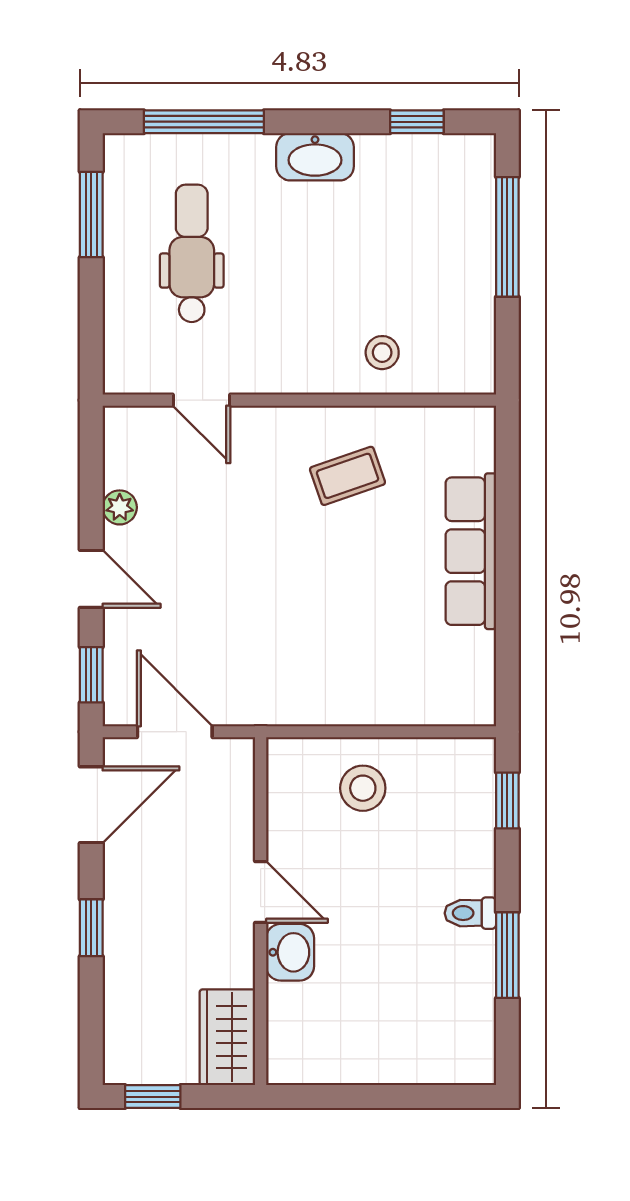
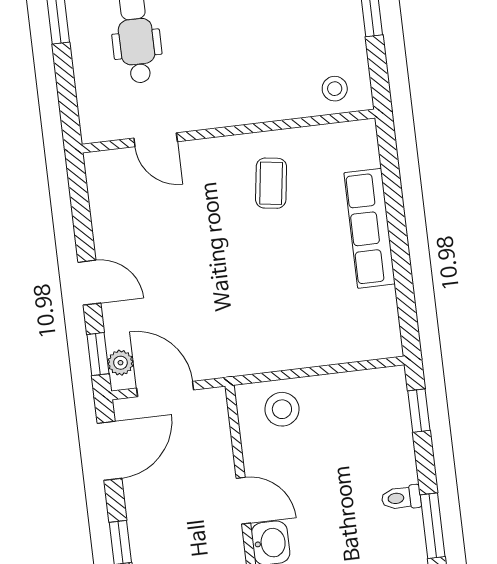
stool: (382, 353) -> (335, 89), moved
coffee table: (347, 476) -> (271, 183), turned -63
plant: (120, 507) -> (120, 363), moved
stool: (363, 788) -> (282, 409), moved

